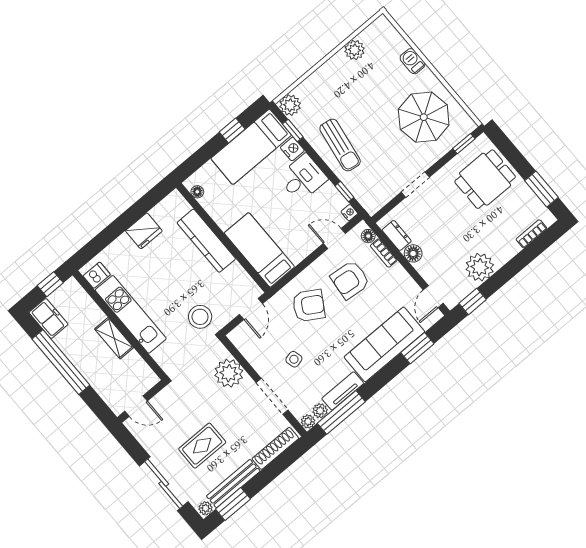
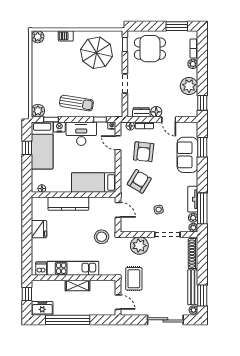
plant: (355, 50) -> (38, 37), moved
desk: (303, 178) -> (81, 134), width x1.37
dining table: (485, 179) -> (150, 49), turned 90
door: (334, 238) -> (118, 143), hinge flipped
plant: (511, 249) -> (193, 64), added
door: (433, 297) -> (169, 119), moved
sofa: (384, 344) -> (187, 155), width x0.73
door: (136, 406) -> (118, 302), hinge flipped
rug: (202, 446) -> (134, 279), moved

